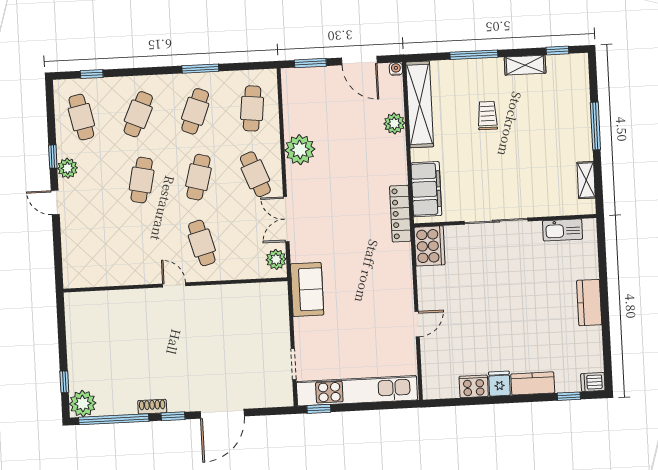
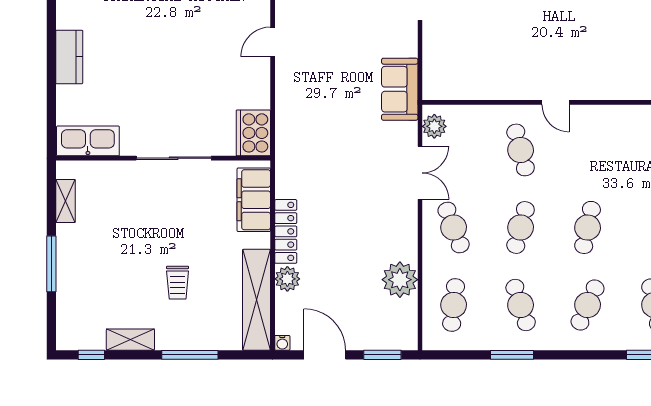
cafe table: (195, 111) -> (521, 305), turned -39
plant: (300, 150) -> (400, 280), moved
locker: (400, 214) -> (286, 231), moved
kitchen sink: (562, 230) -> (88, 141), width x1.36, depth x1.24

